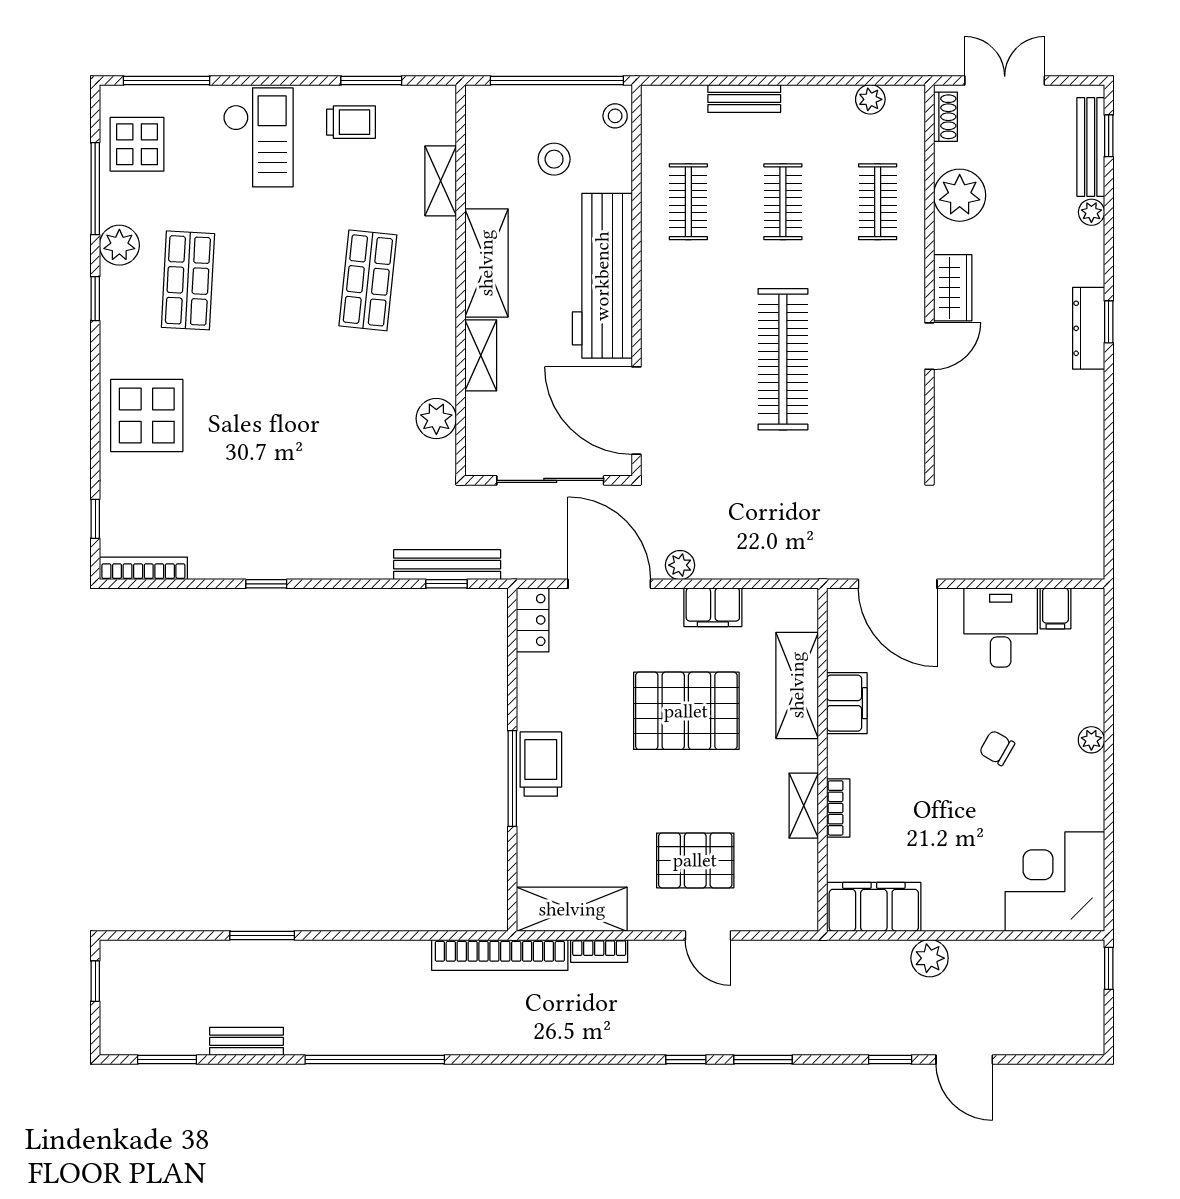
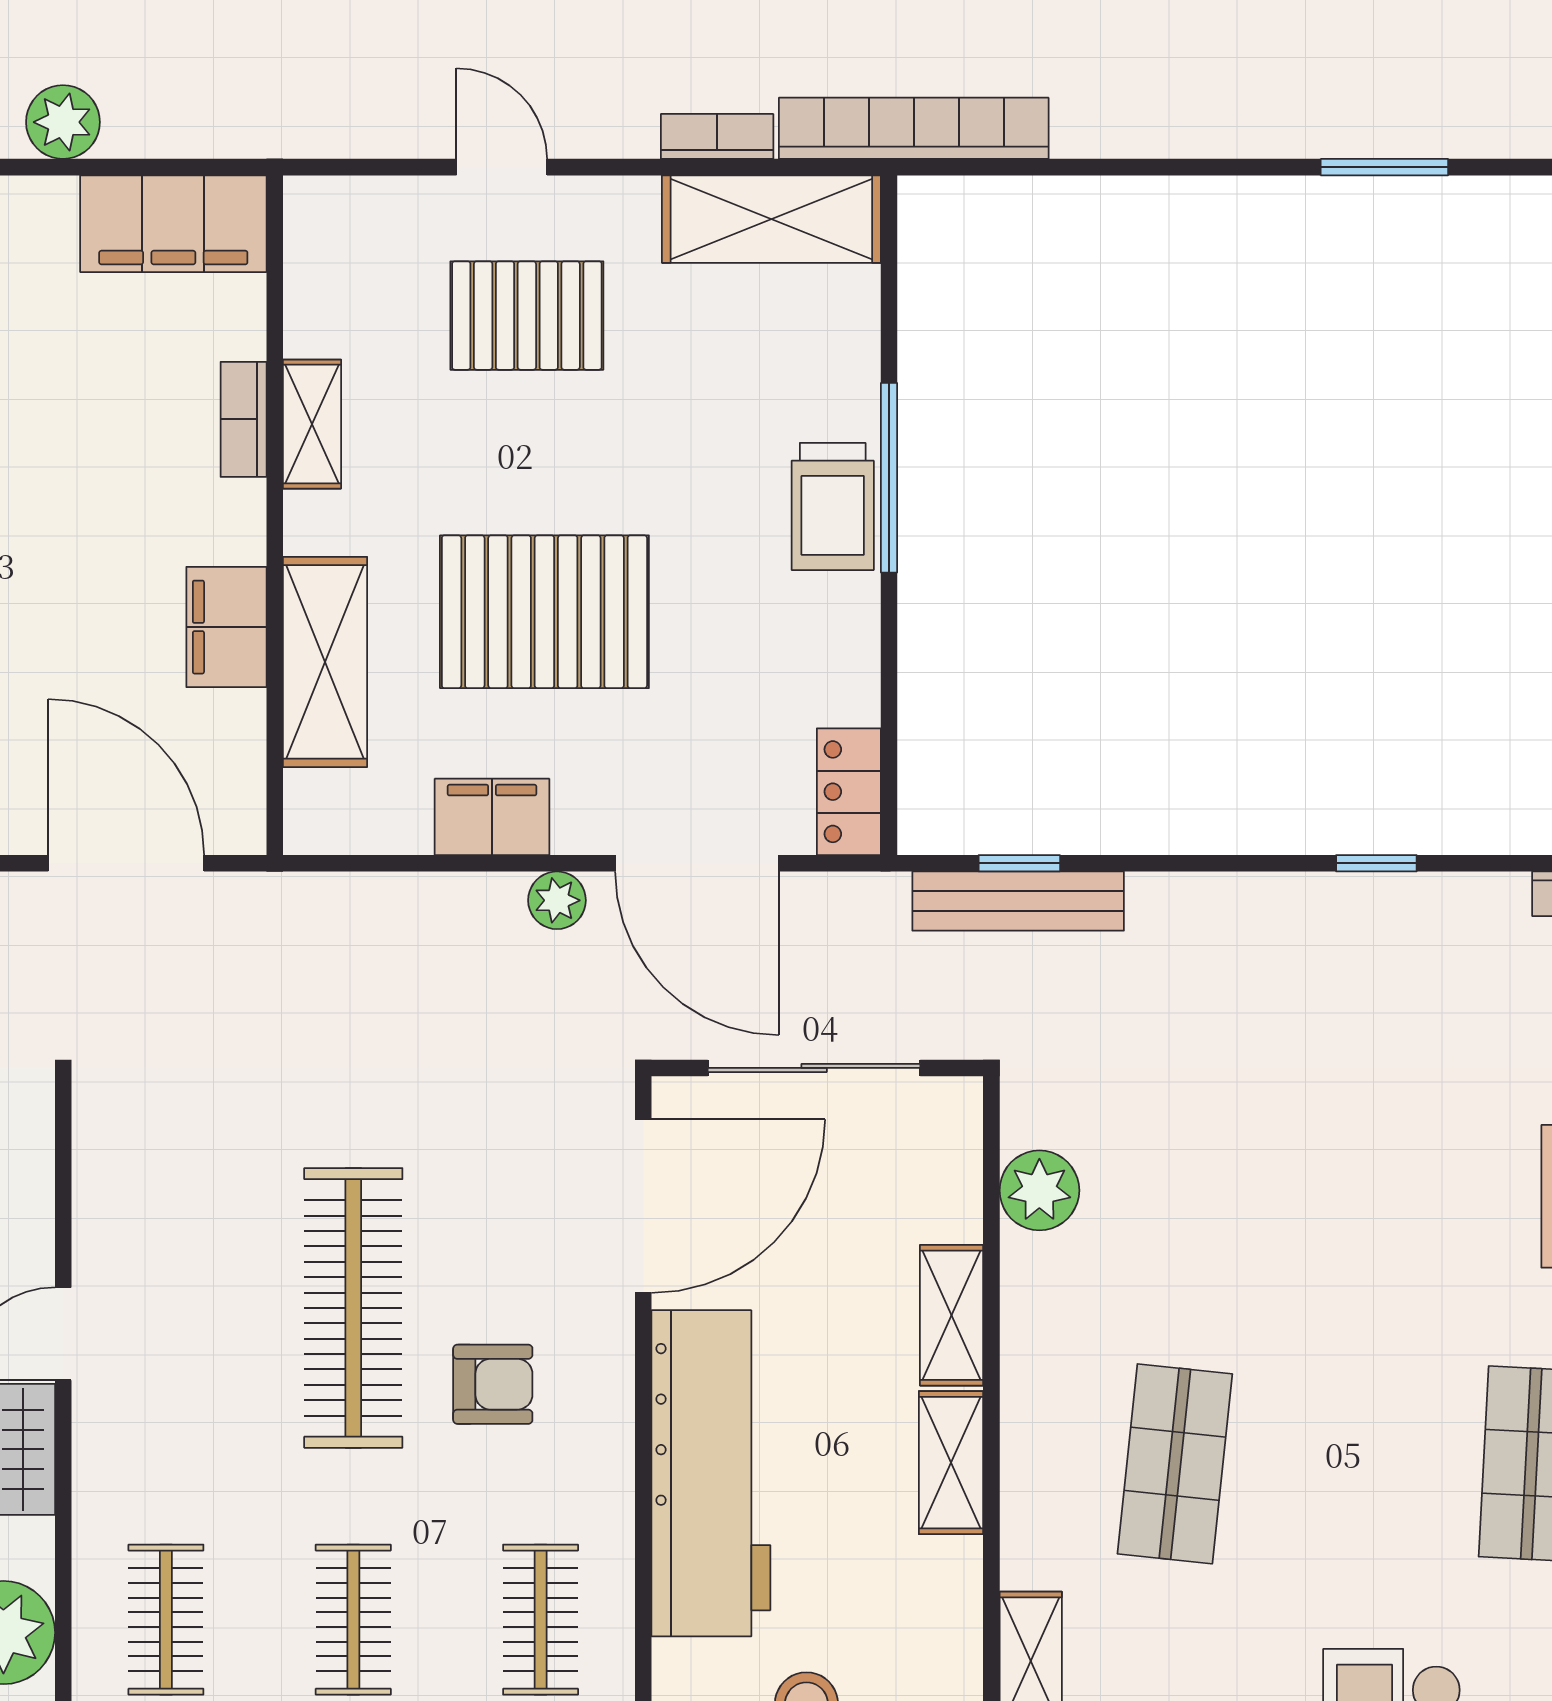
shelving: (486, 263) -> (951, 1463), width x0.67, depth x0.75
armchair: (712, 321) -> (493, 1384), added
door: (636, 411) -> (643, 1206), hinge flipped

